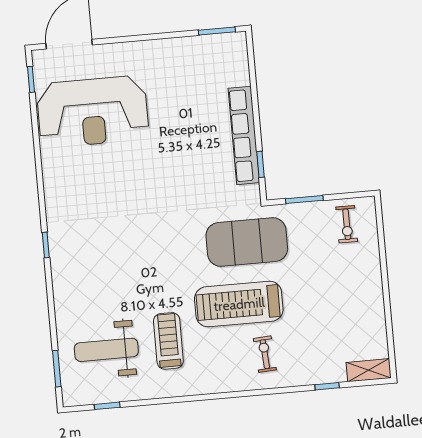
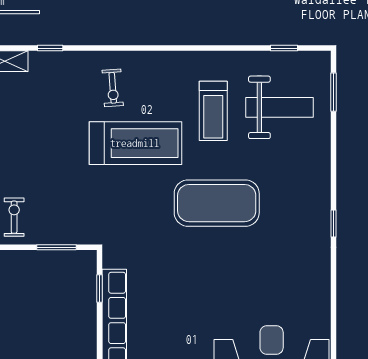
exercise mat: (247, 242) -> (217, 203), moved

